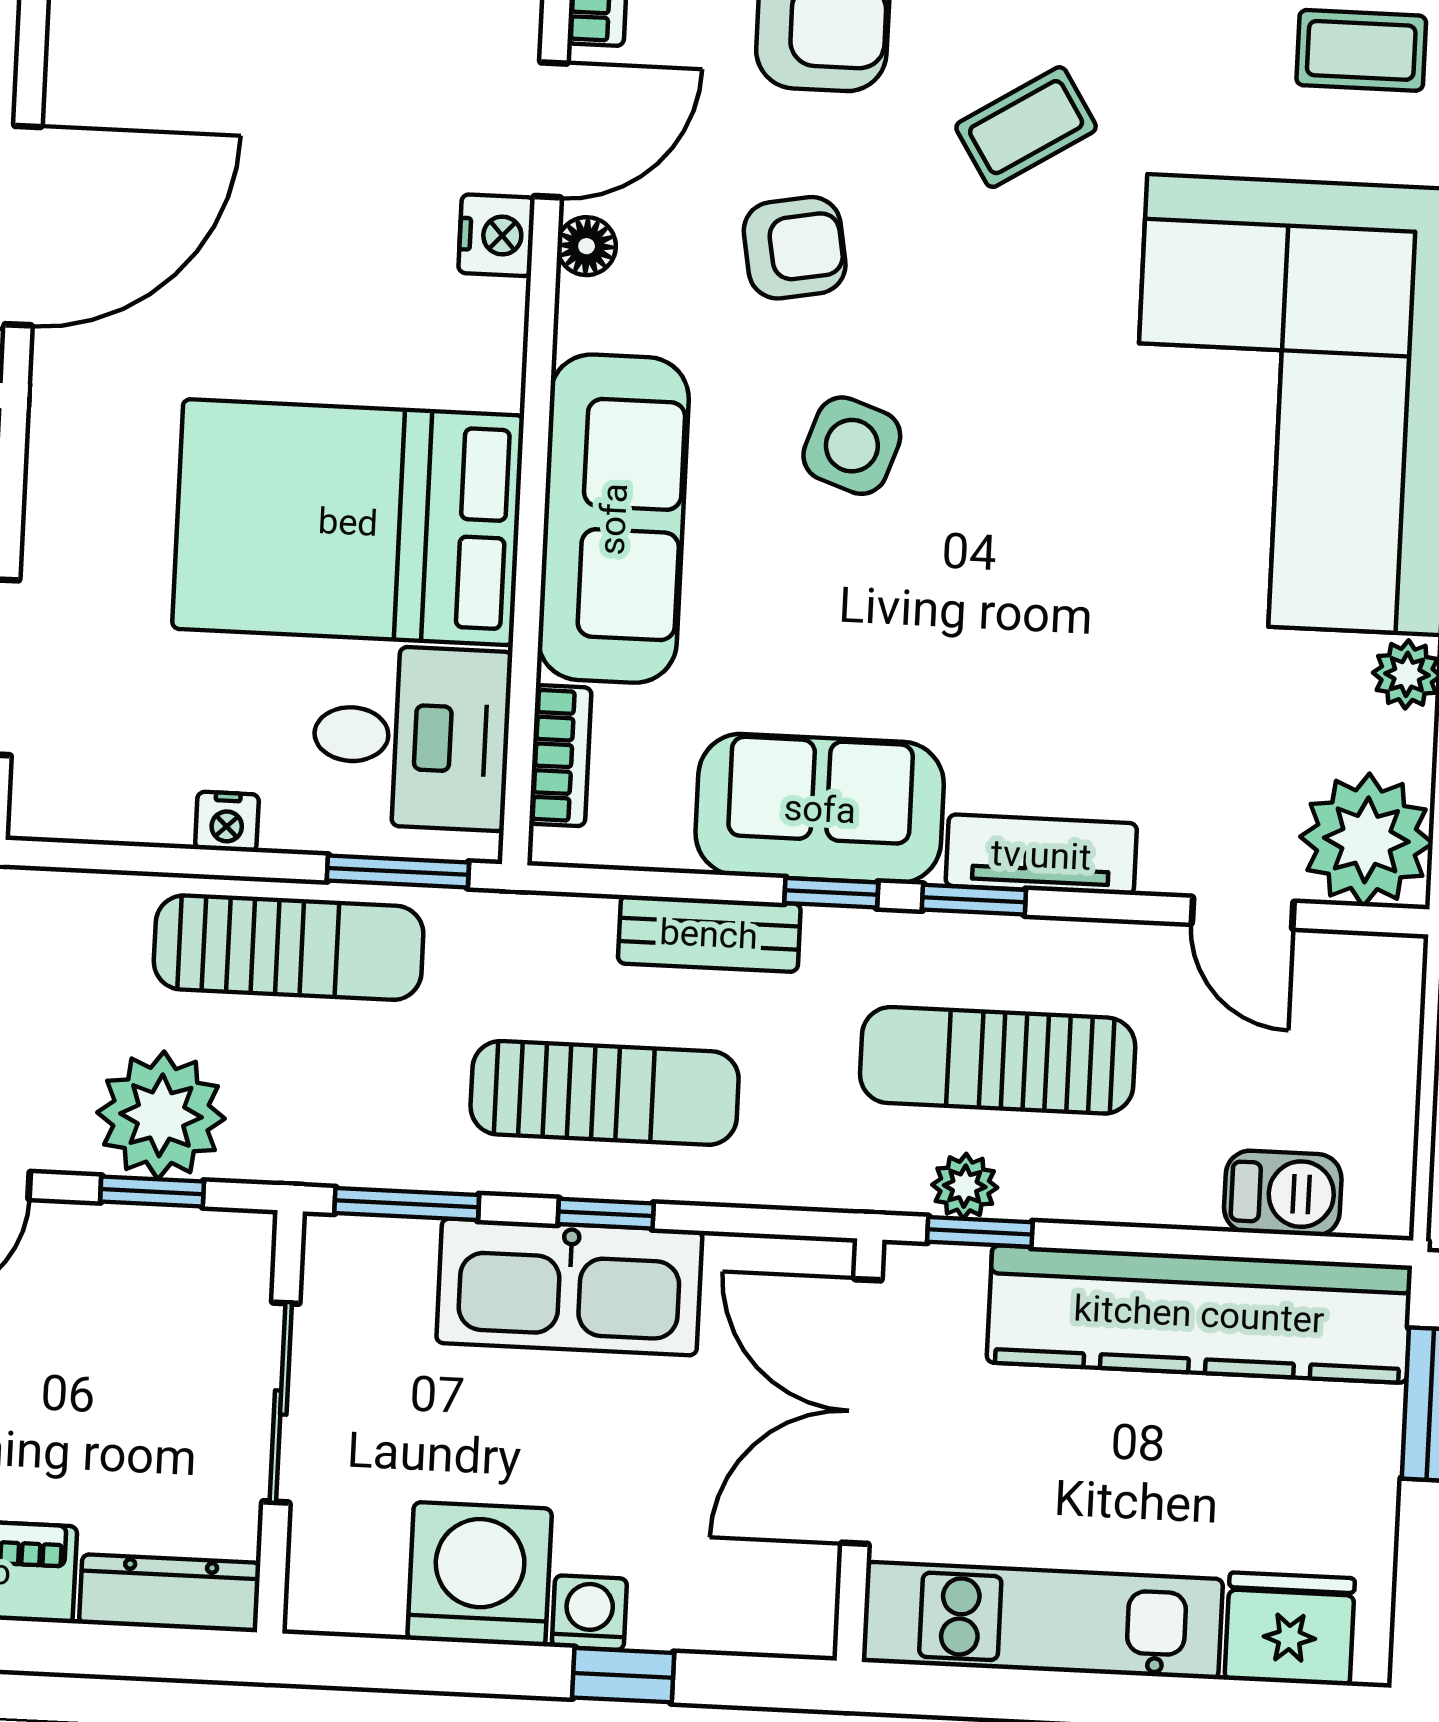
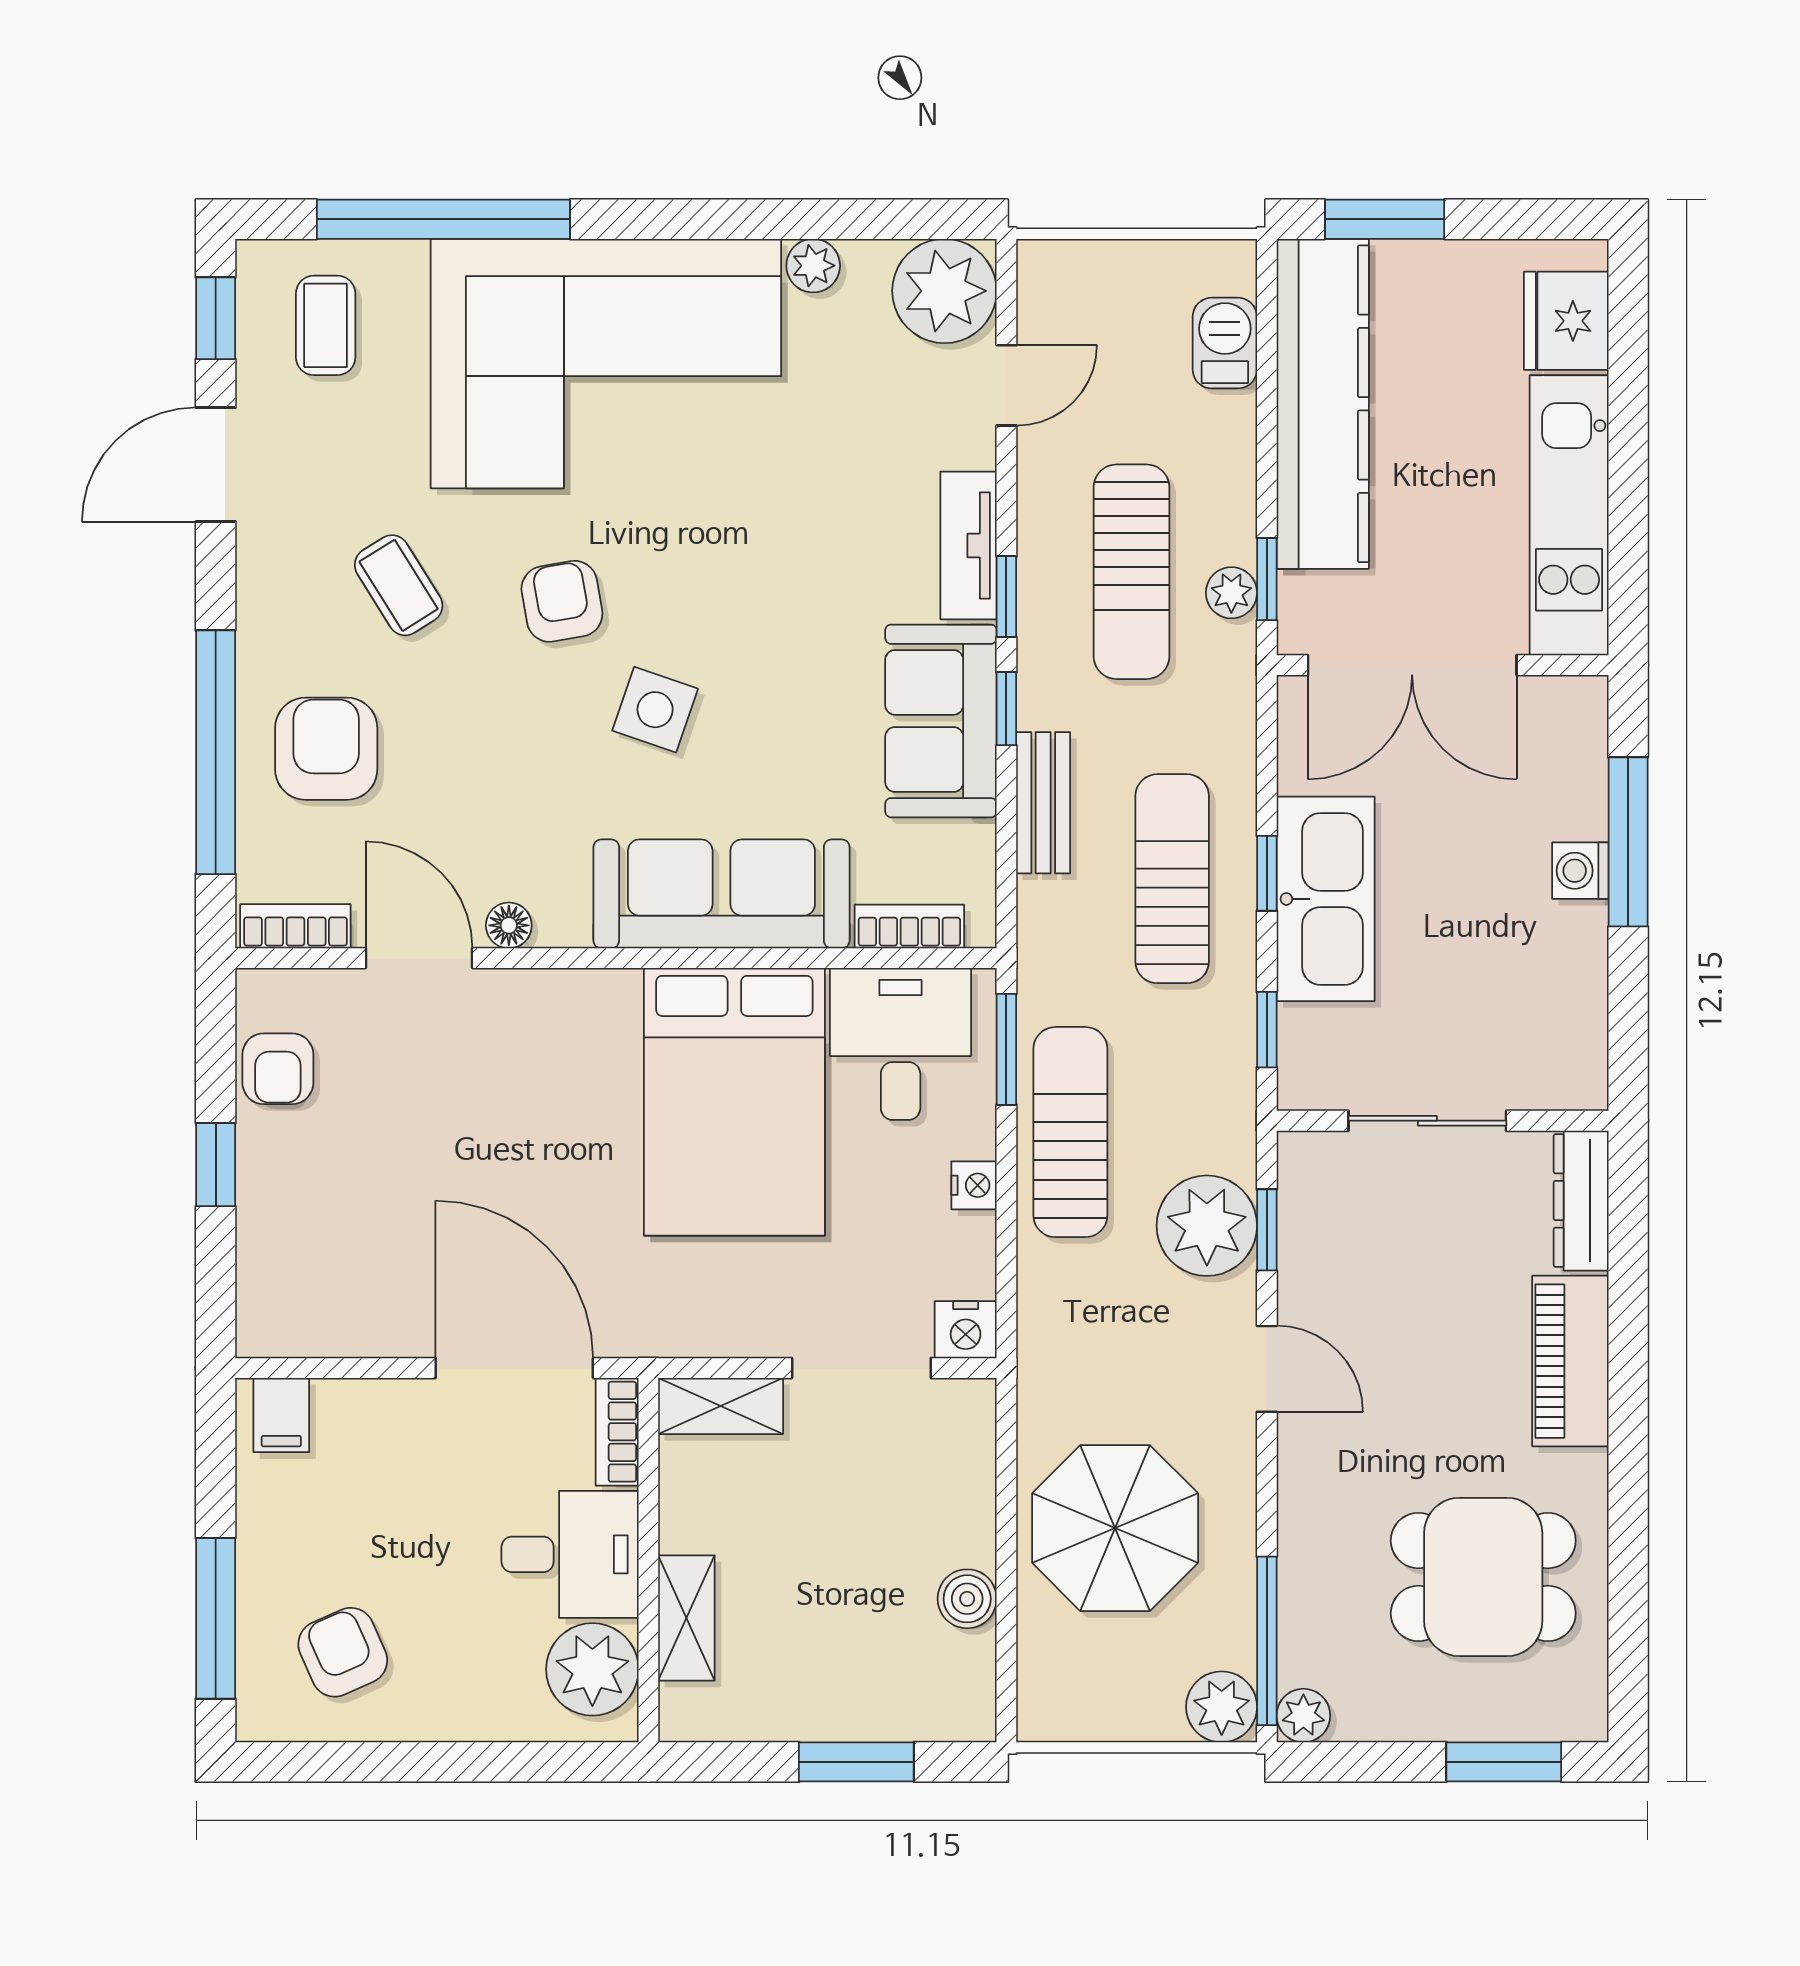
nightstand: (497, 235) -> (966, 1330), moved, turned 180
armchair: (795, 248) -> (562, 601), moved
window: (407, 1204) -> (1267, 1030), width x0.67
washing machine: (480, 1574) -> (1554, 958), removed
window: (623, 1675) -> (1628, 842), width x2.17

